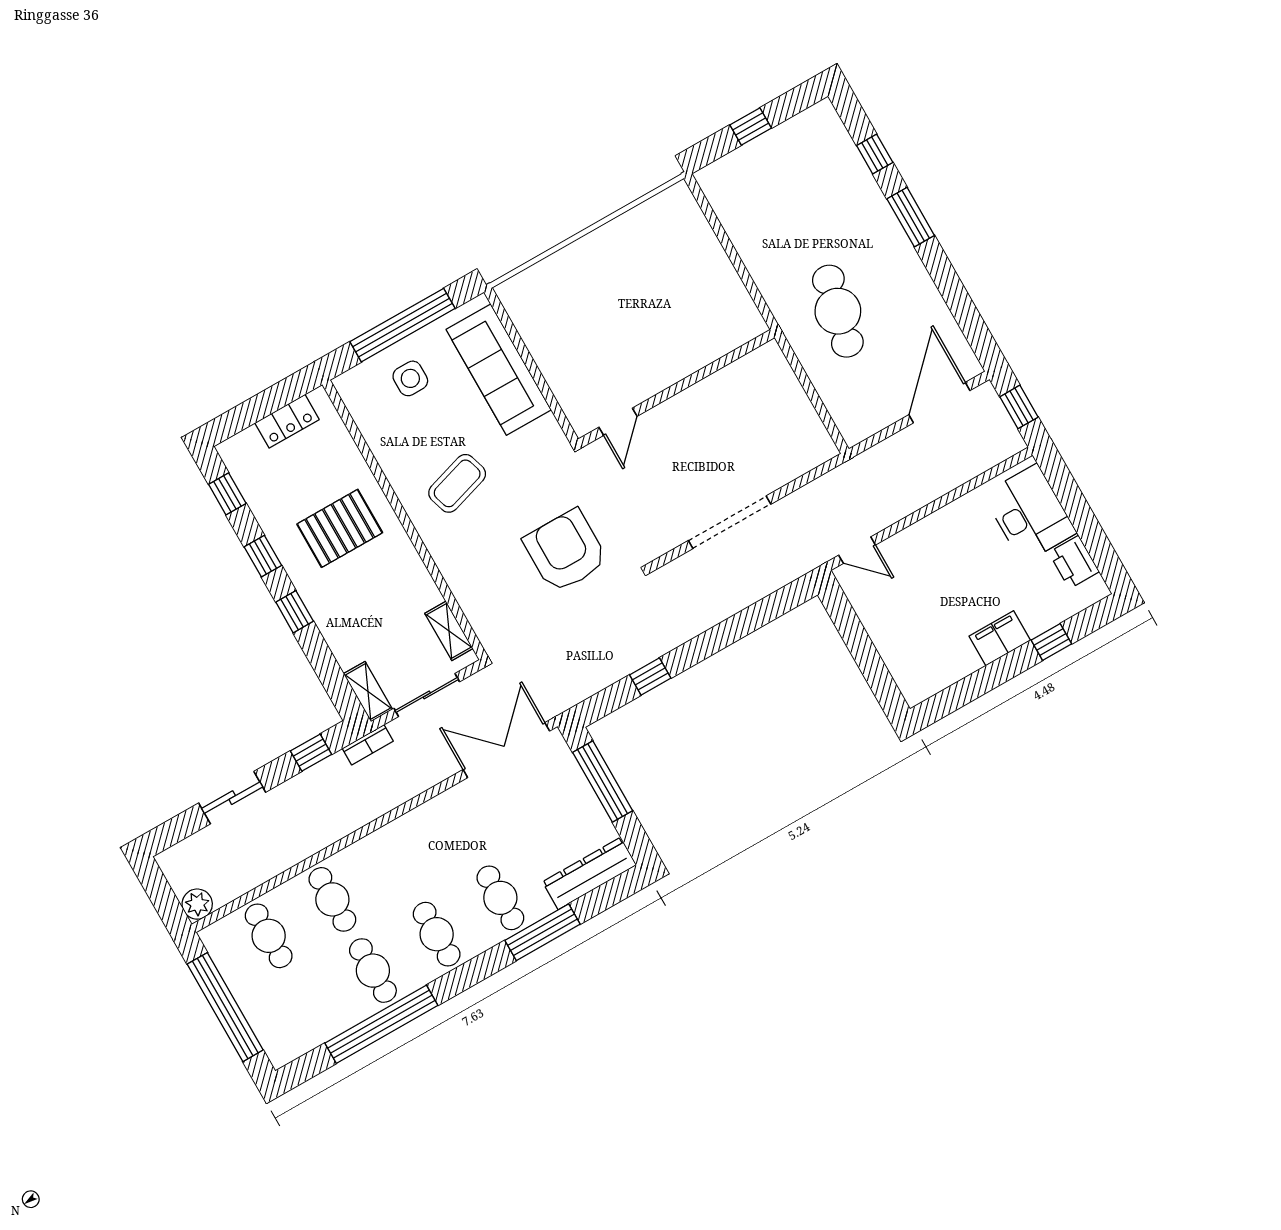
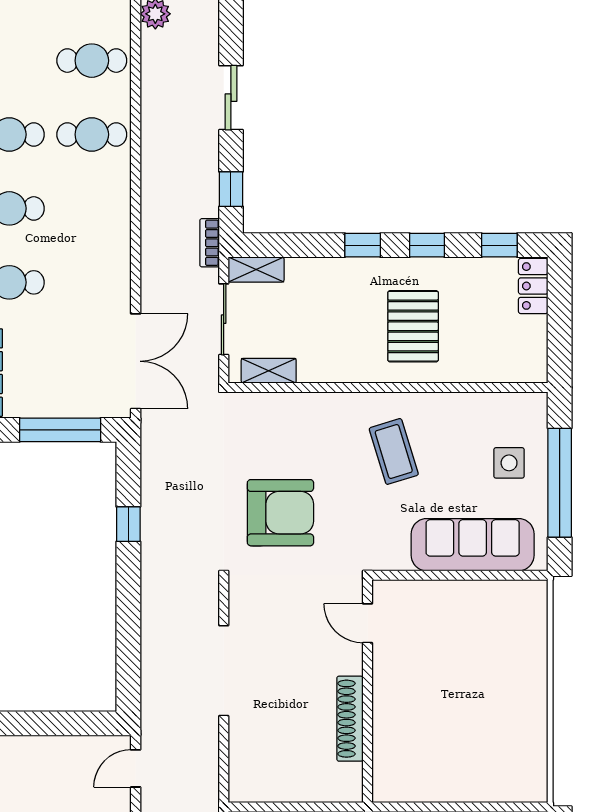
shoe rack: (709, 390) -> (350, 719), added
locker: (287, 421) -> (533, 286), moved

